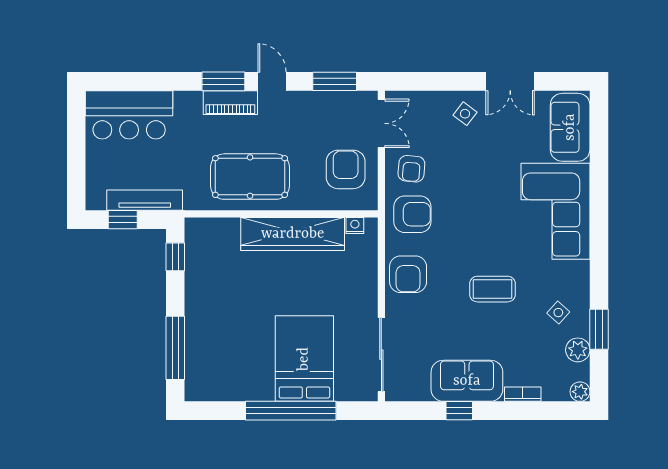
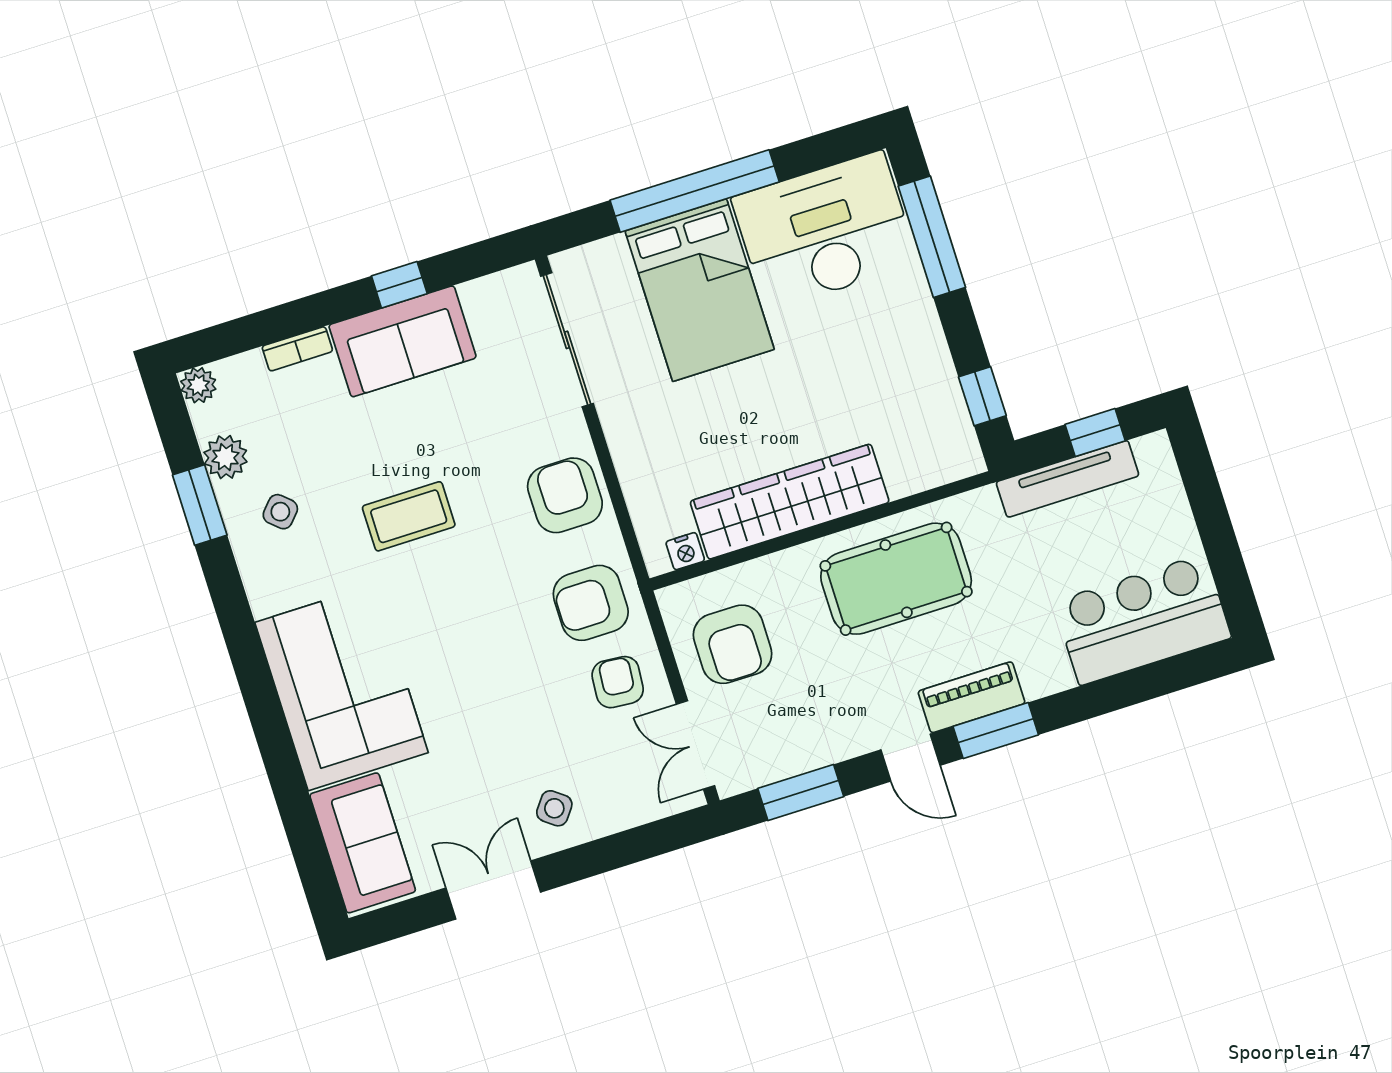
desk: (230, 369) -> (825, 231), added

